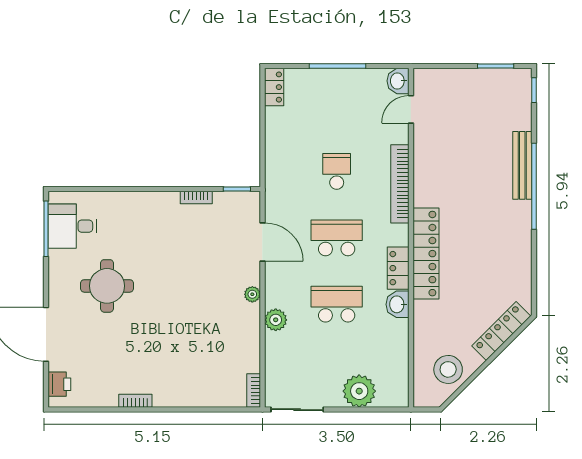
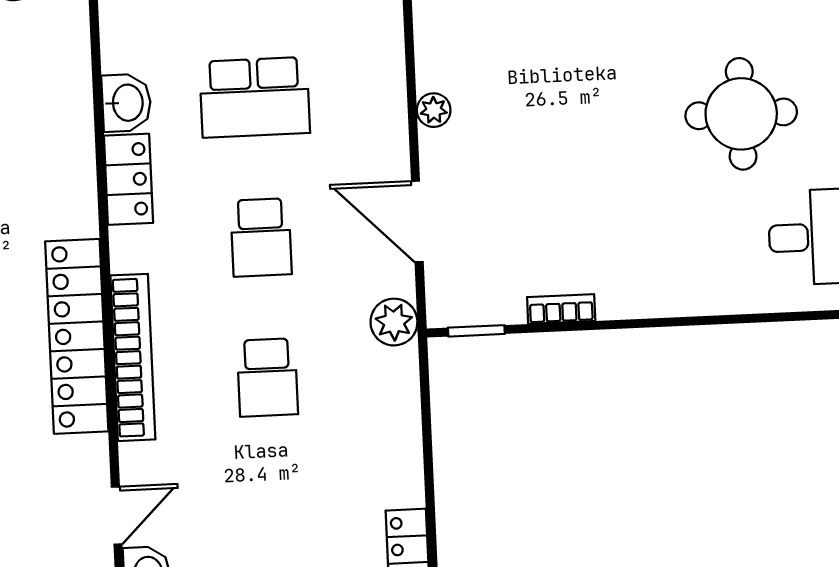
school desk: (337, 238) -> (261, 237), width x0.54
locker: (426, 254) -> (77, 336), moved
plant: (276, 320) -> (394, 322), moved

